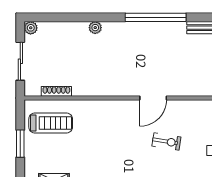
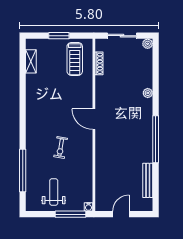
door: (153, 98) -> (94, 119), moved

